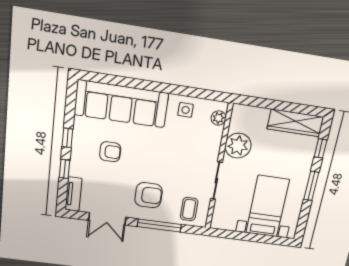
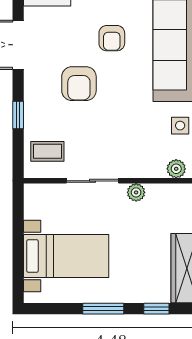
plant: (238, 146) -> (136, 192), width x0.53, depth x0.53
armchair: (148, 195) -> (79, 84), moved
window: (159, 225) -> (18, 115), width x0.46

